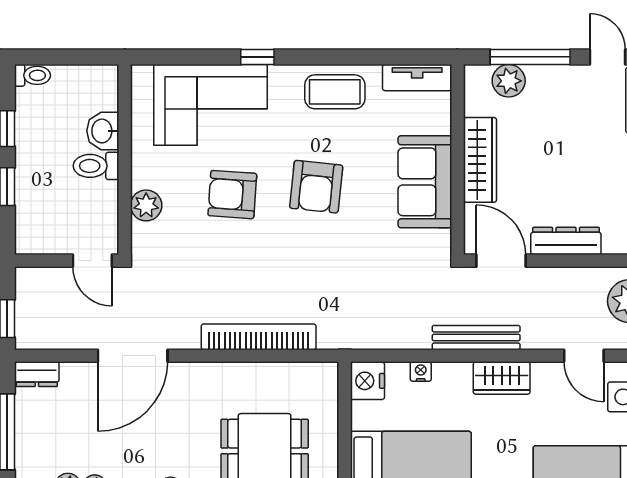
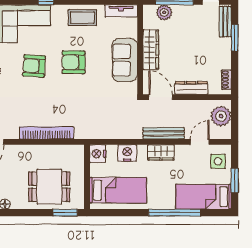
armchair: (316, 187) -> (74, 62), turned 84
bench: (476, 338) -> (164, 133), moved
door: (584, 356) -> (200, 142), swing flipped
nightstand: (421, 371) -> (127, 153), width x1.89, depth x1.79

